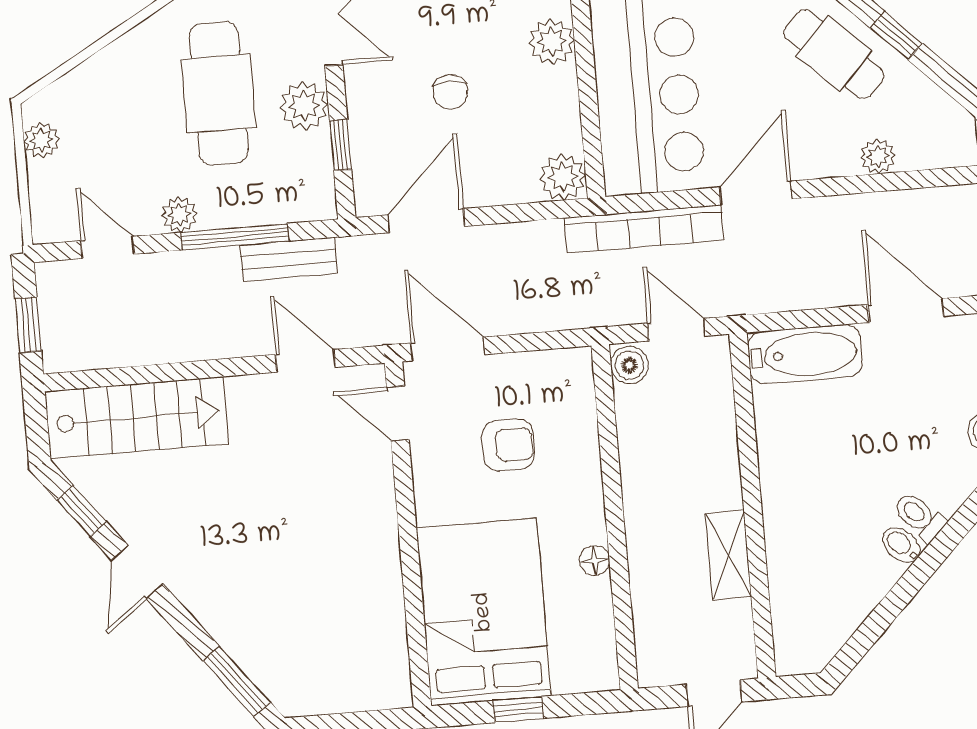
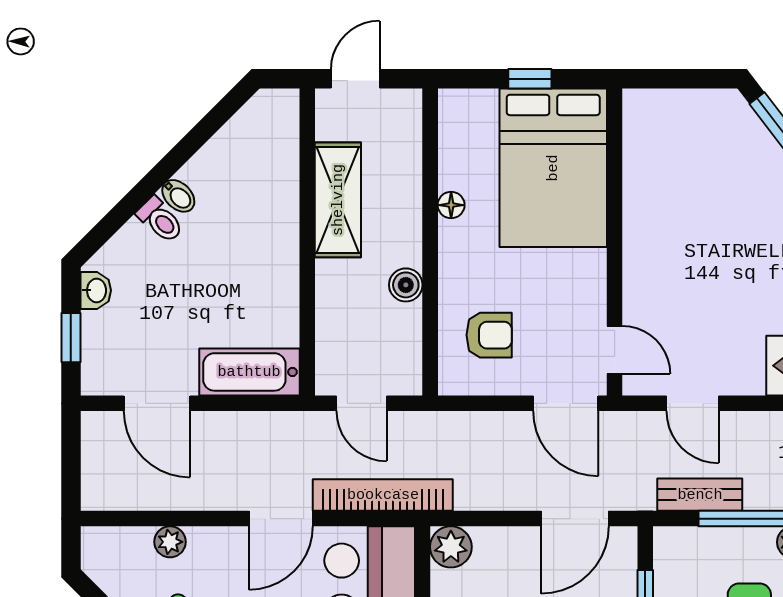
boiler: (629, 365) -> (406, 285), moved
armchair: (508, 445) -> (489, 335), moved, turned 180
shelving: (728, 555) -> (338, 200), width x1.50, depth x1.33

